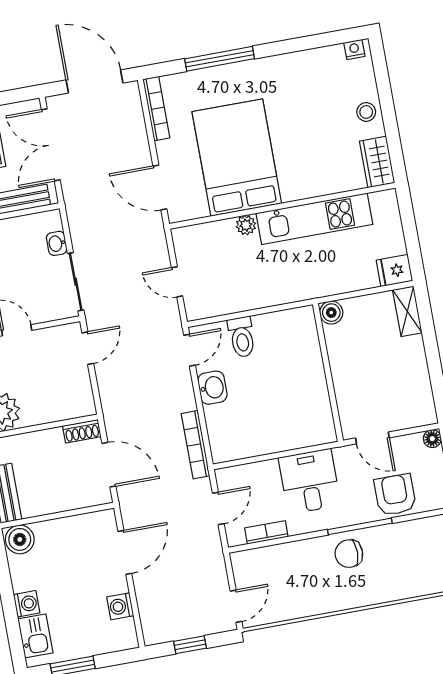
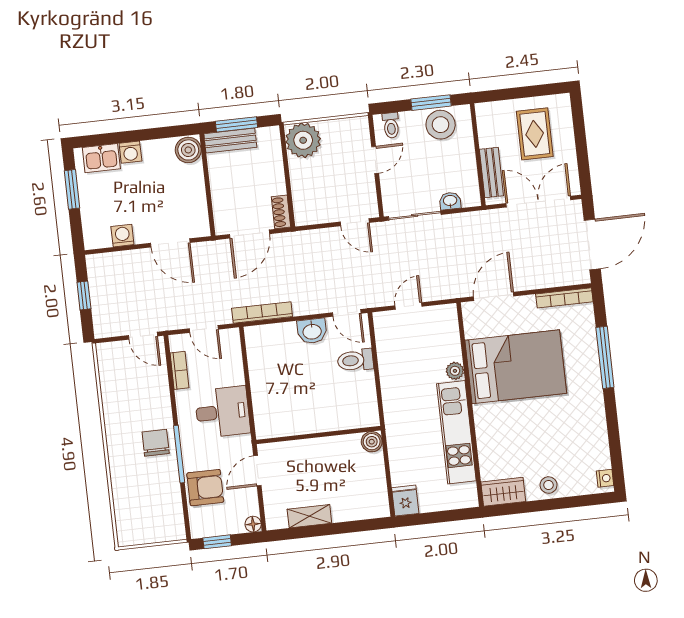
shelving: (407, 311) -> (309, 516), moved
door: (236, 606) -> (143, 336), moved

